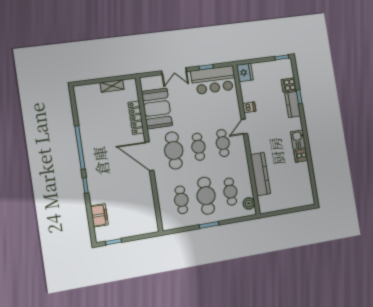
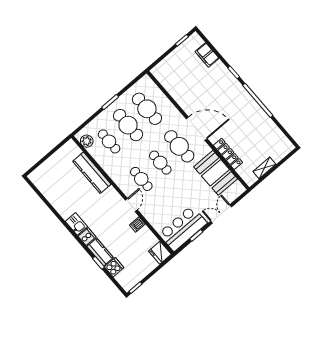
cooker: (301, 155) -> (87, 237), moved
cafe table: (181, 200) -> (147, 109), width x1.37, depth x1.35

